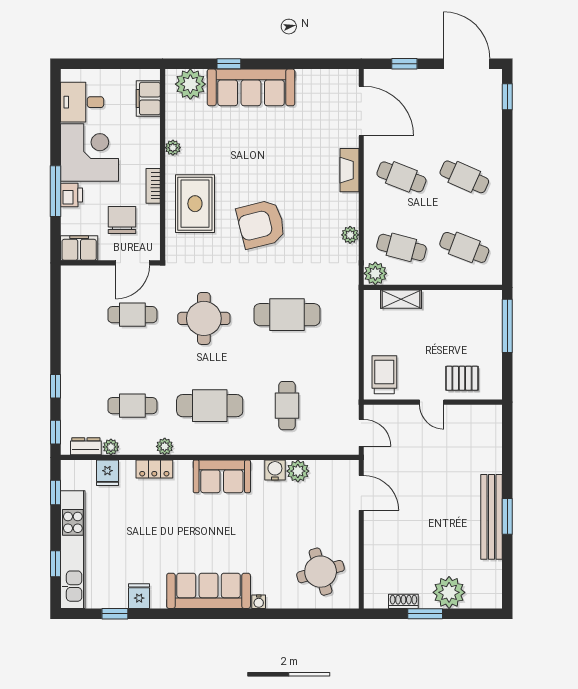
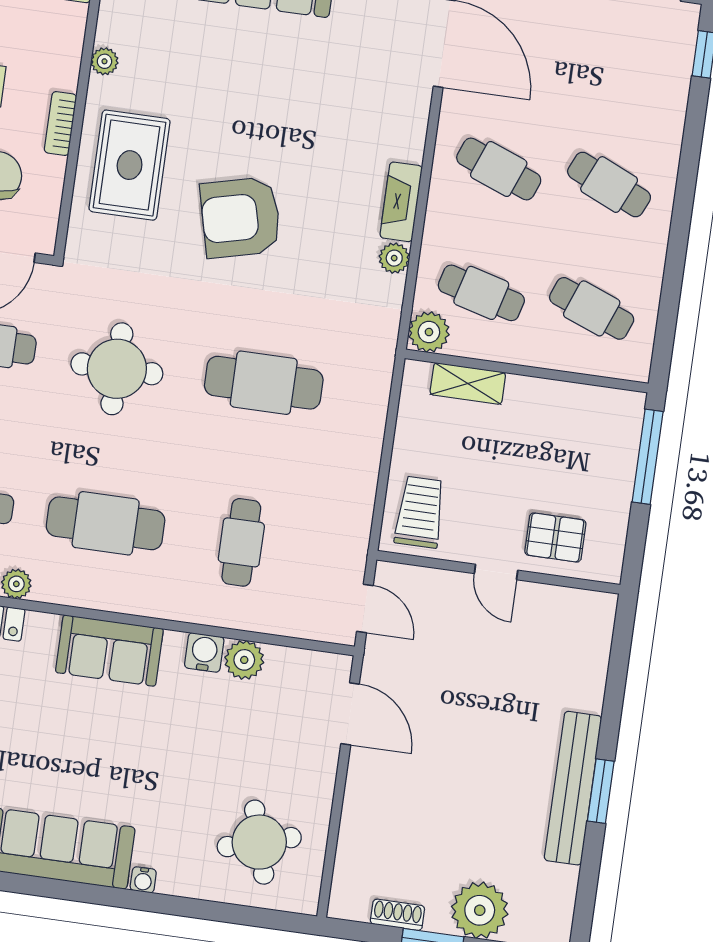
fireplace: (349, 170) -> (401, 202), moved

